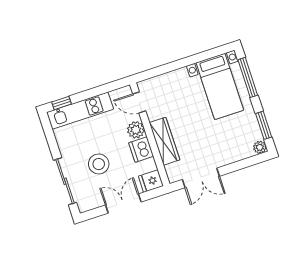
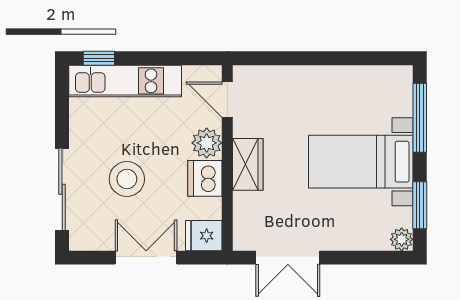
bed with nightstands: (220, 86) -> (361, 162), moved, turned 90
wardrobe: (165, 141) -> (248, 164), width x0.67

